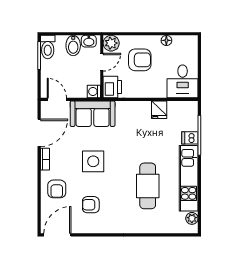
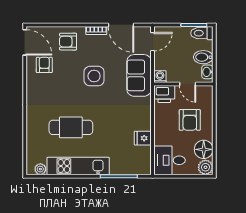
floor lamp: (166, 40) -> (204, 149), width x1.89, depth x1.89
plant: (111, 43) -> (205, 167), moved
dishwasher: (190, 138) -> (116, 167), removed
armchair: (91, 205) -> (44, 65), moved

